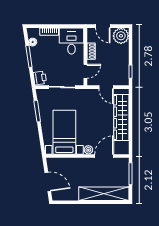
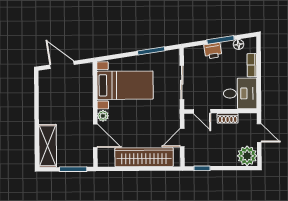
door: (103, 26) -> (259, 133), swing flipped
printer: (40, 78) -> (213, 51), moved
door: (48, 182) -> (62, 65), swing flipped
shelving: (104, 194) -> (48, 146), width x0.68

